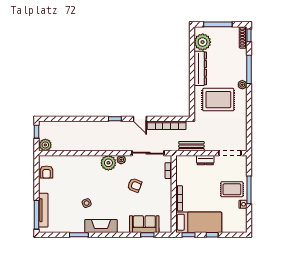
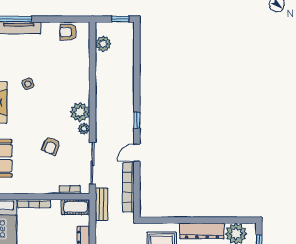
plant: (45, 145) -> (103, 44), moved
bench: (191, 146) -> (101, 204), moved
cot: (182, 166) -> (76, 207), added

